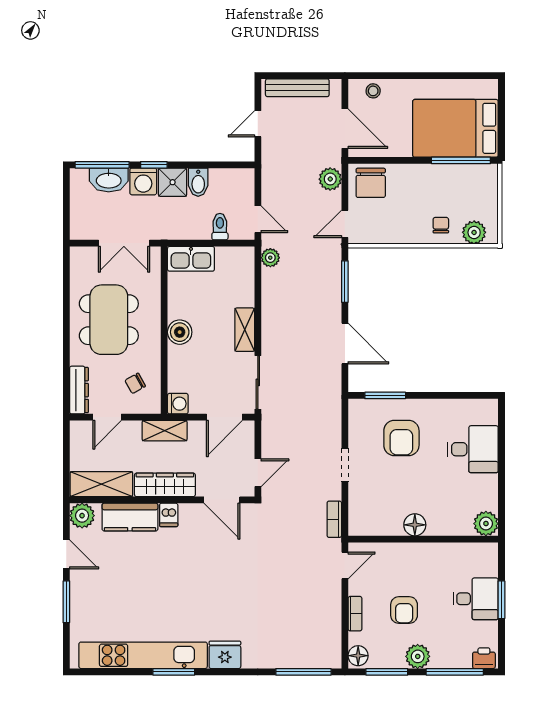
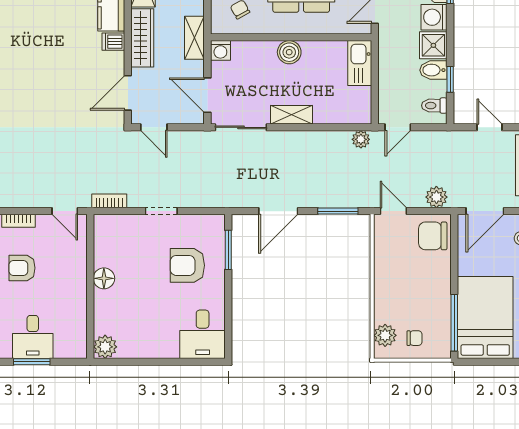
window: (154, 165) -> (450, 79), moved
chair: (441, 225) -> (414, 338), moved
toilet: (220, 227) -> (434, 106), moved, turned 180
desk: (473, 449) -> (203, 334), moved

